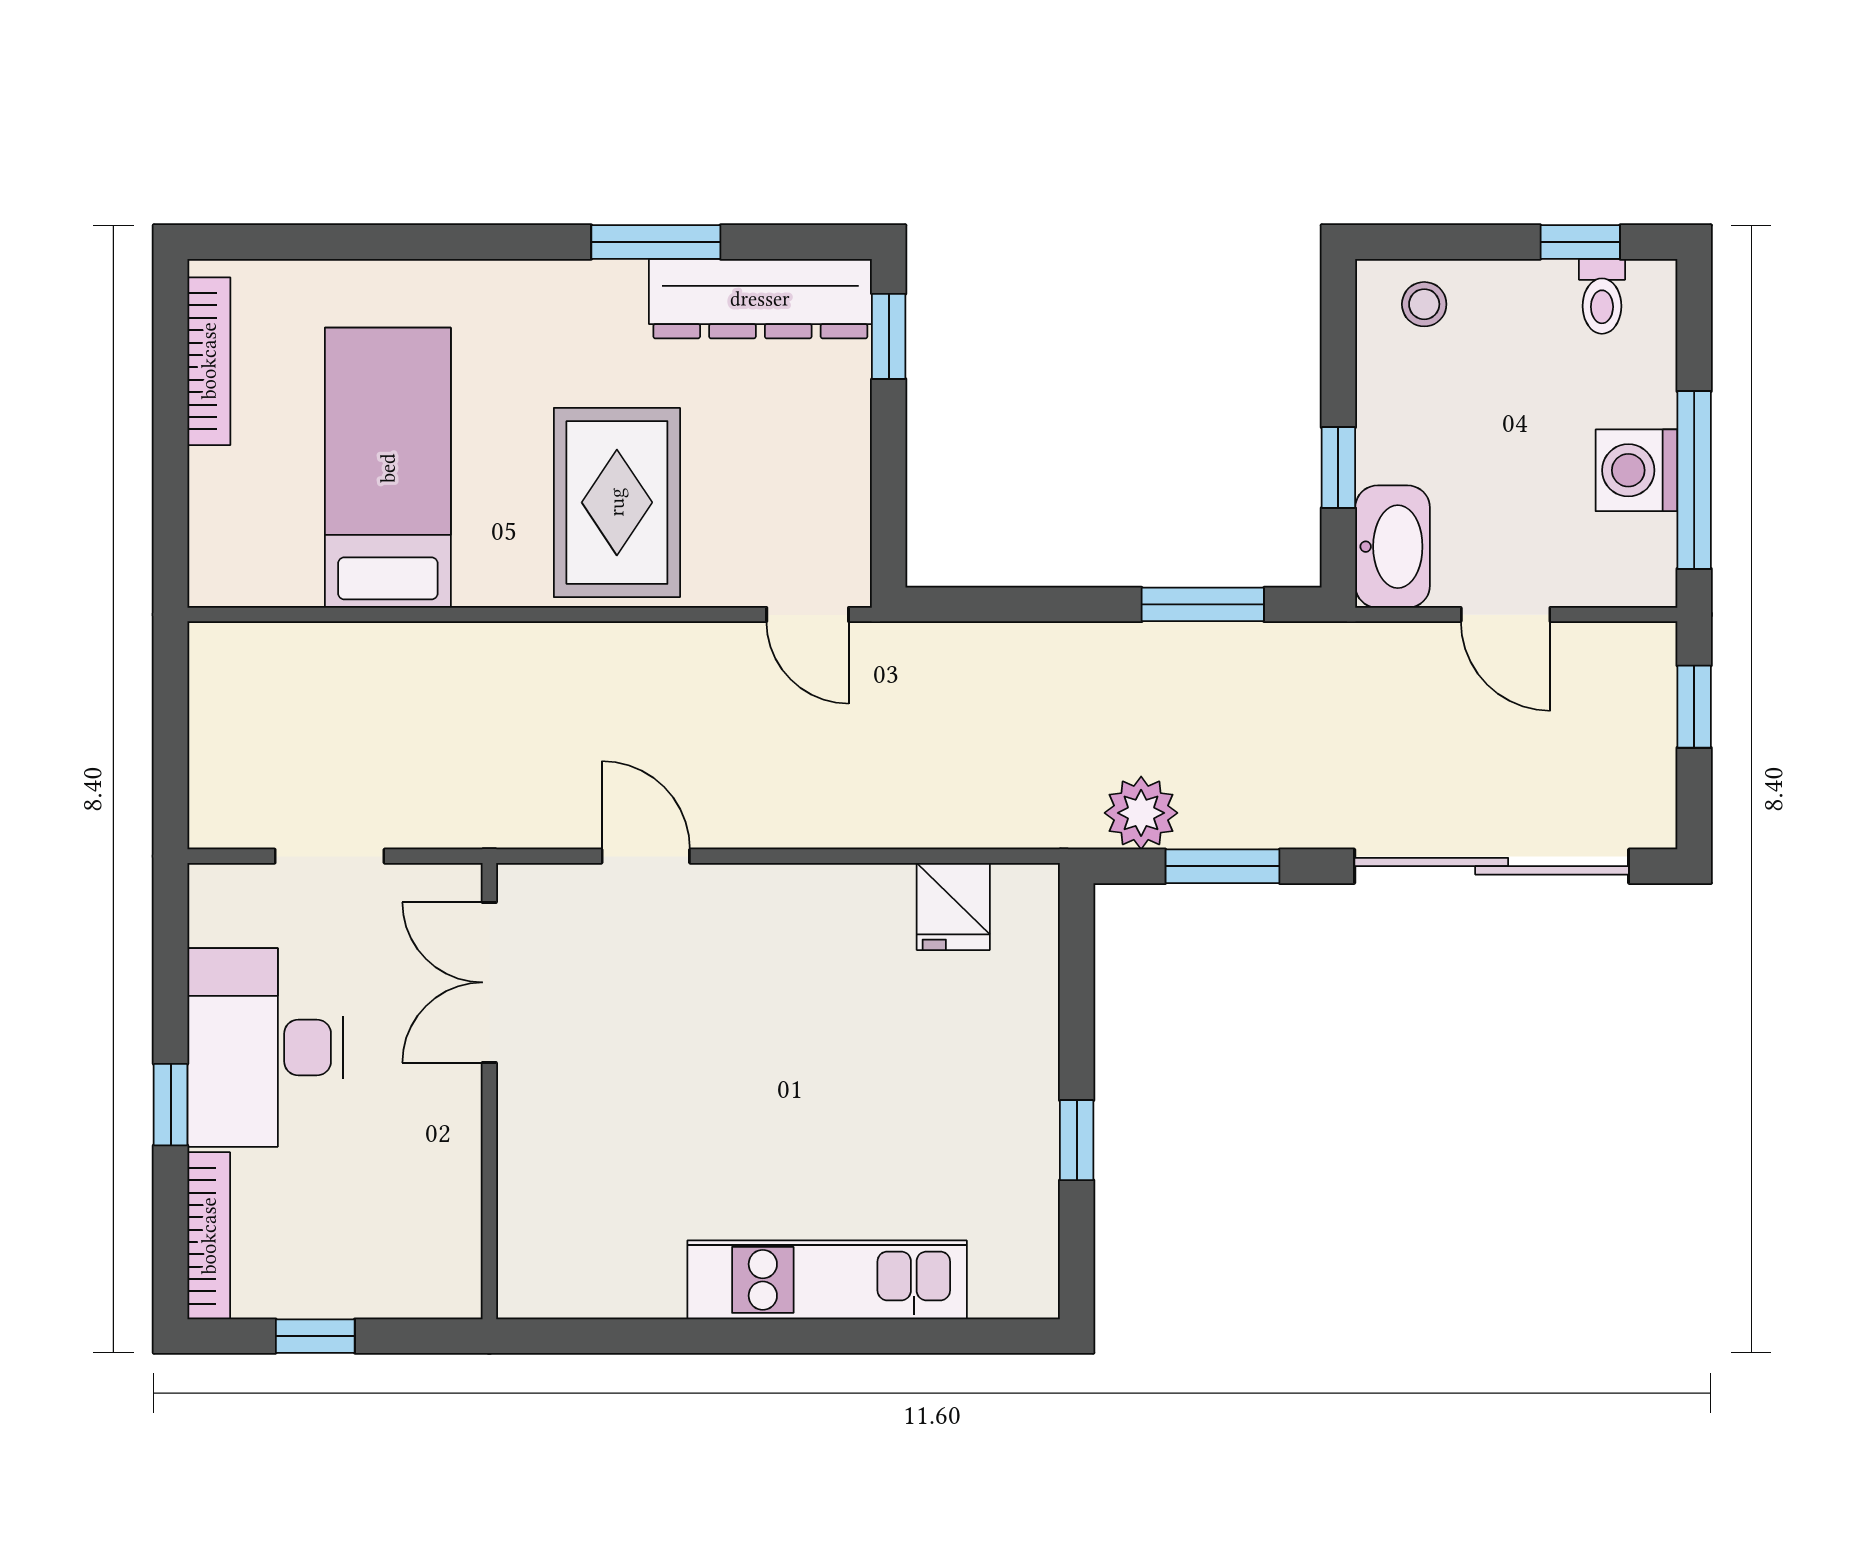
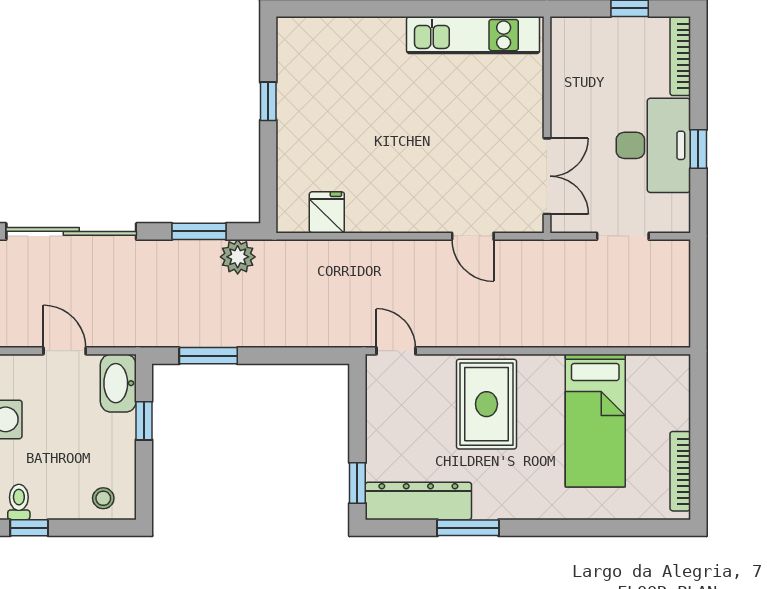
window: (171, 1105) -> (698, 149), moved
kitchen unit: (827, 1280) -> (473, 35), moved

